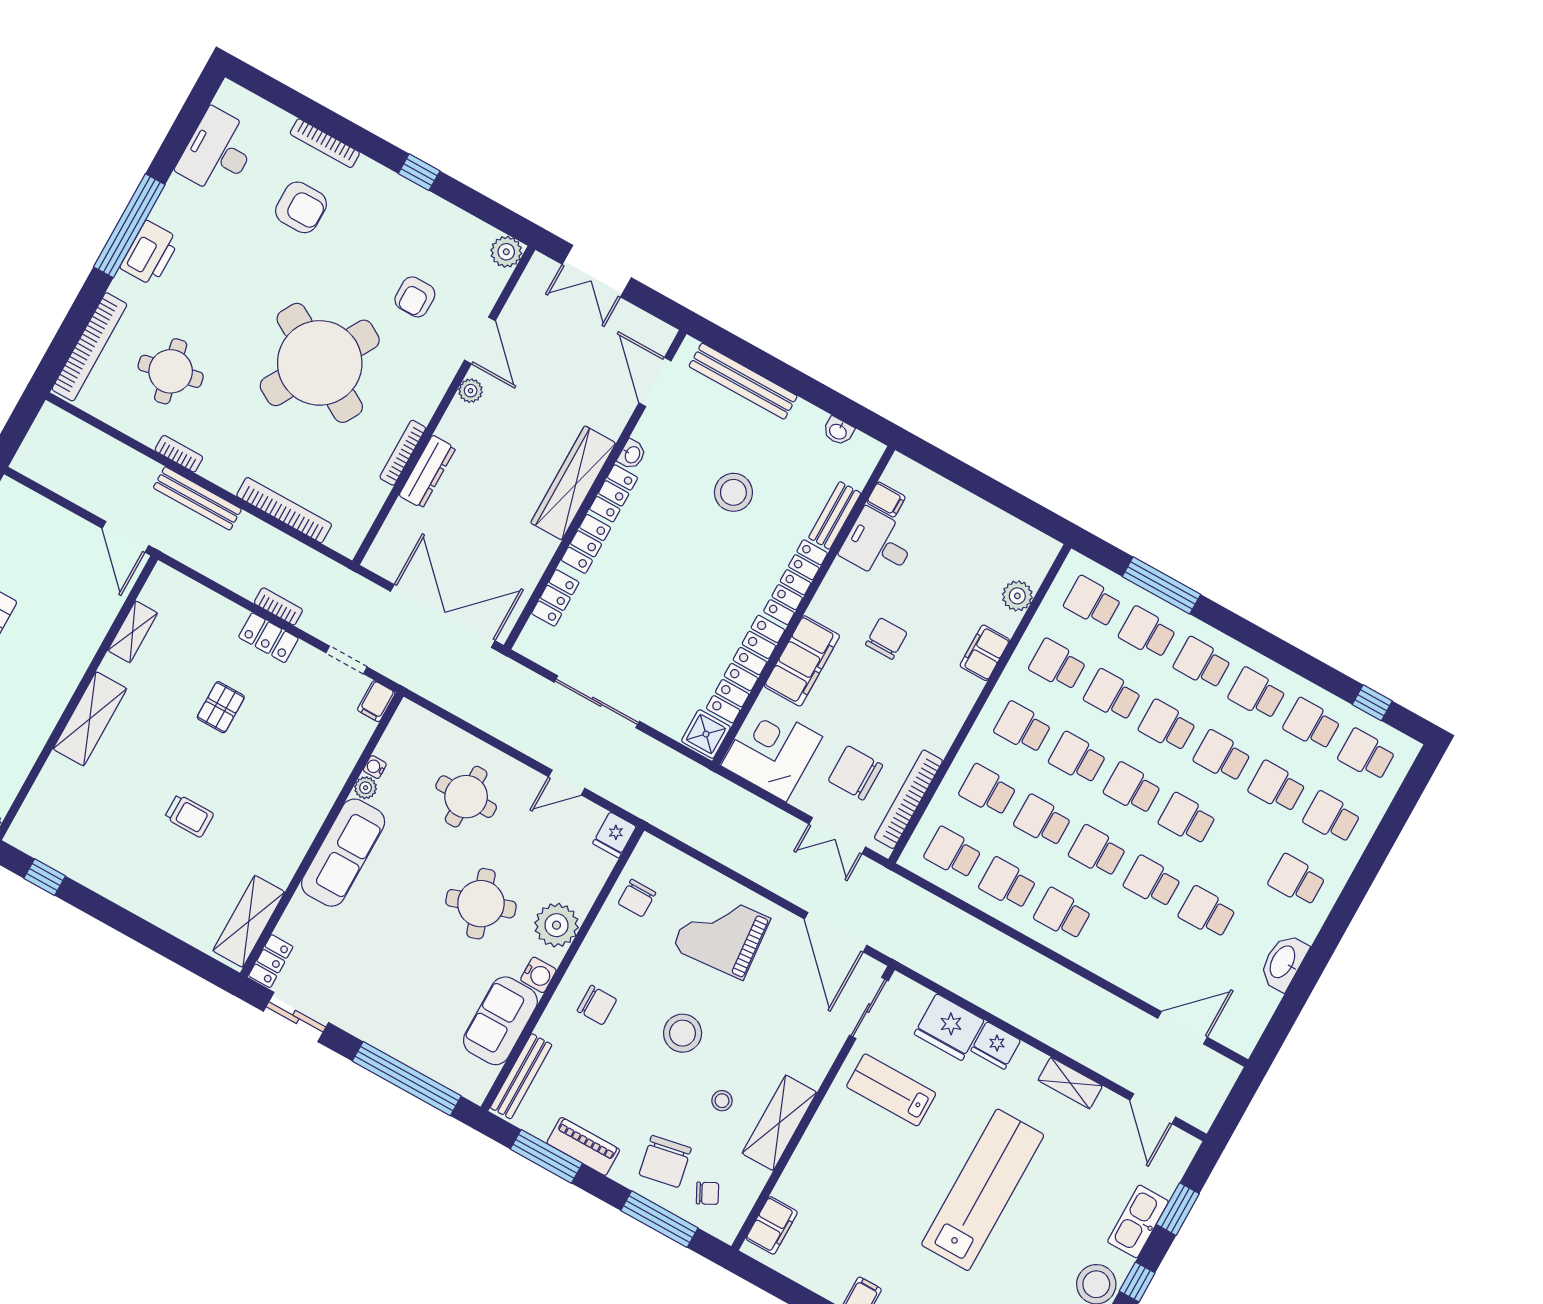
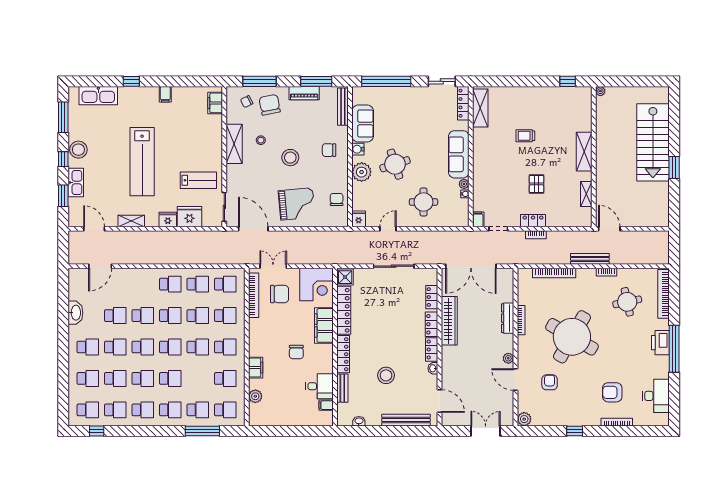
wardrobe: (573, 483) -> (449, 321), moved
school desk: (1112, 695) -> (115, 347), moved
locker: (271, 961) -> (463, 103), width x1.53

